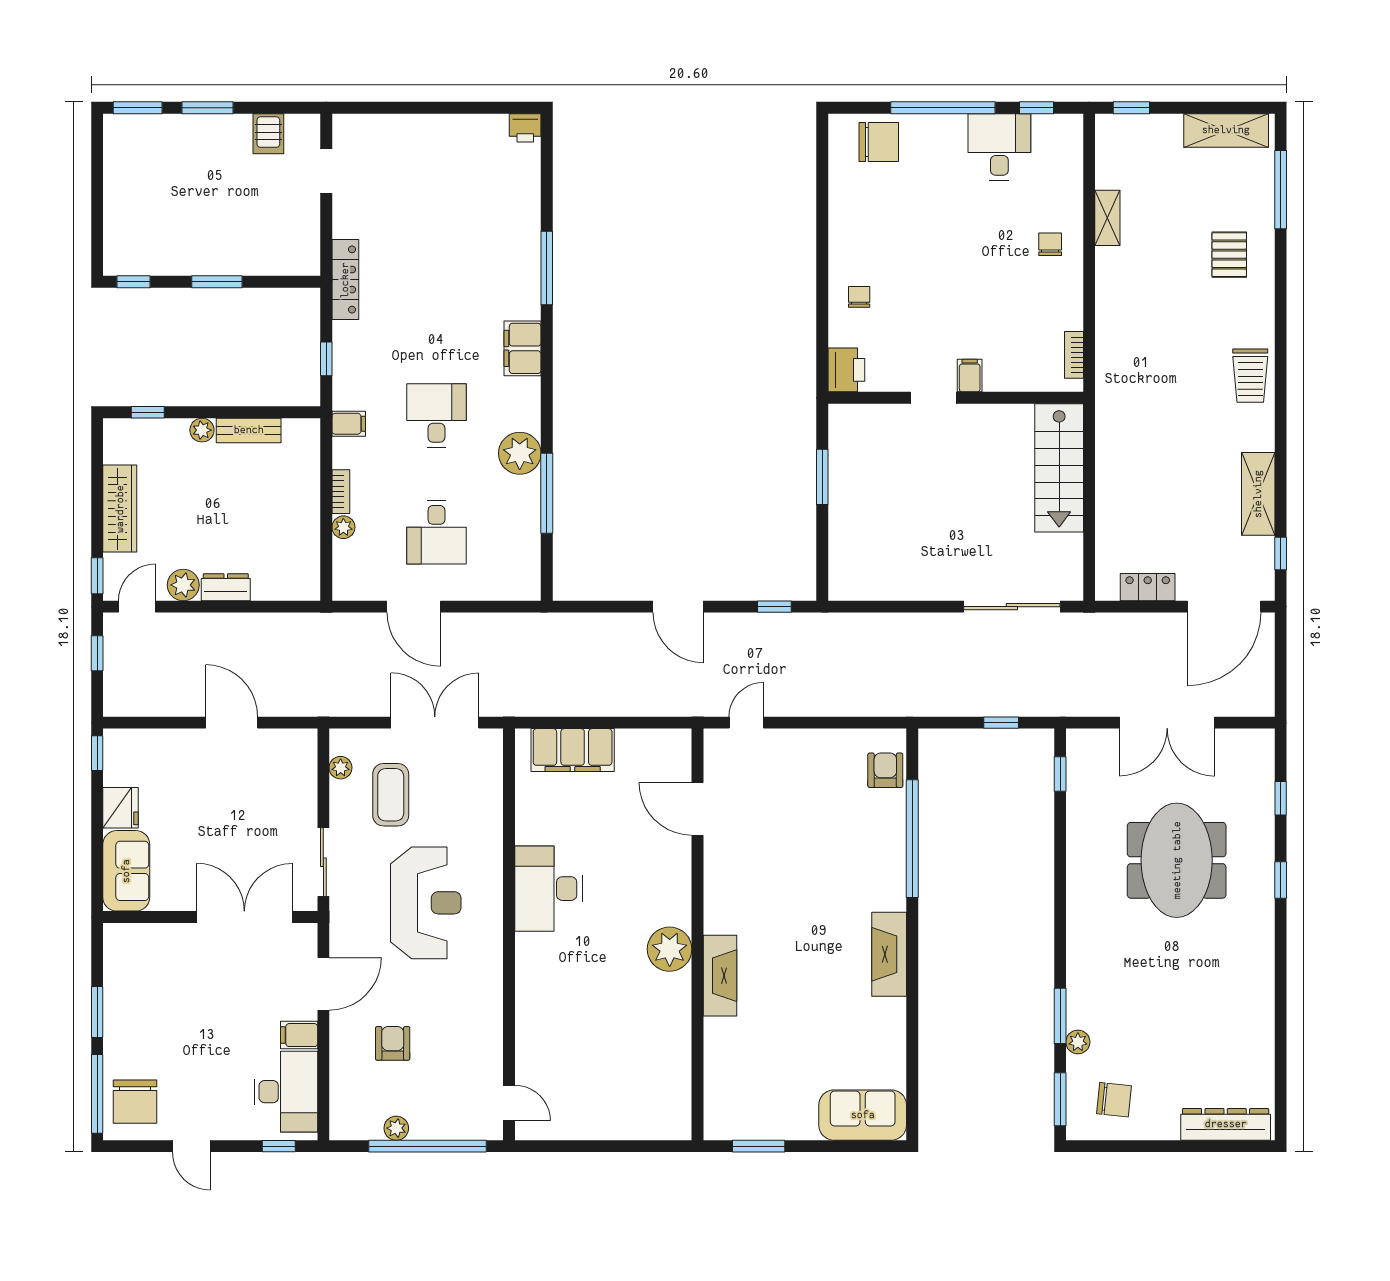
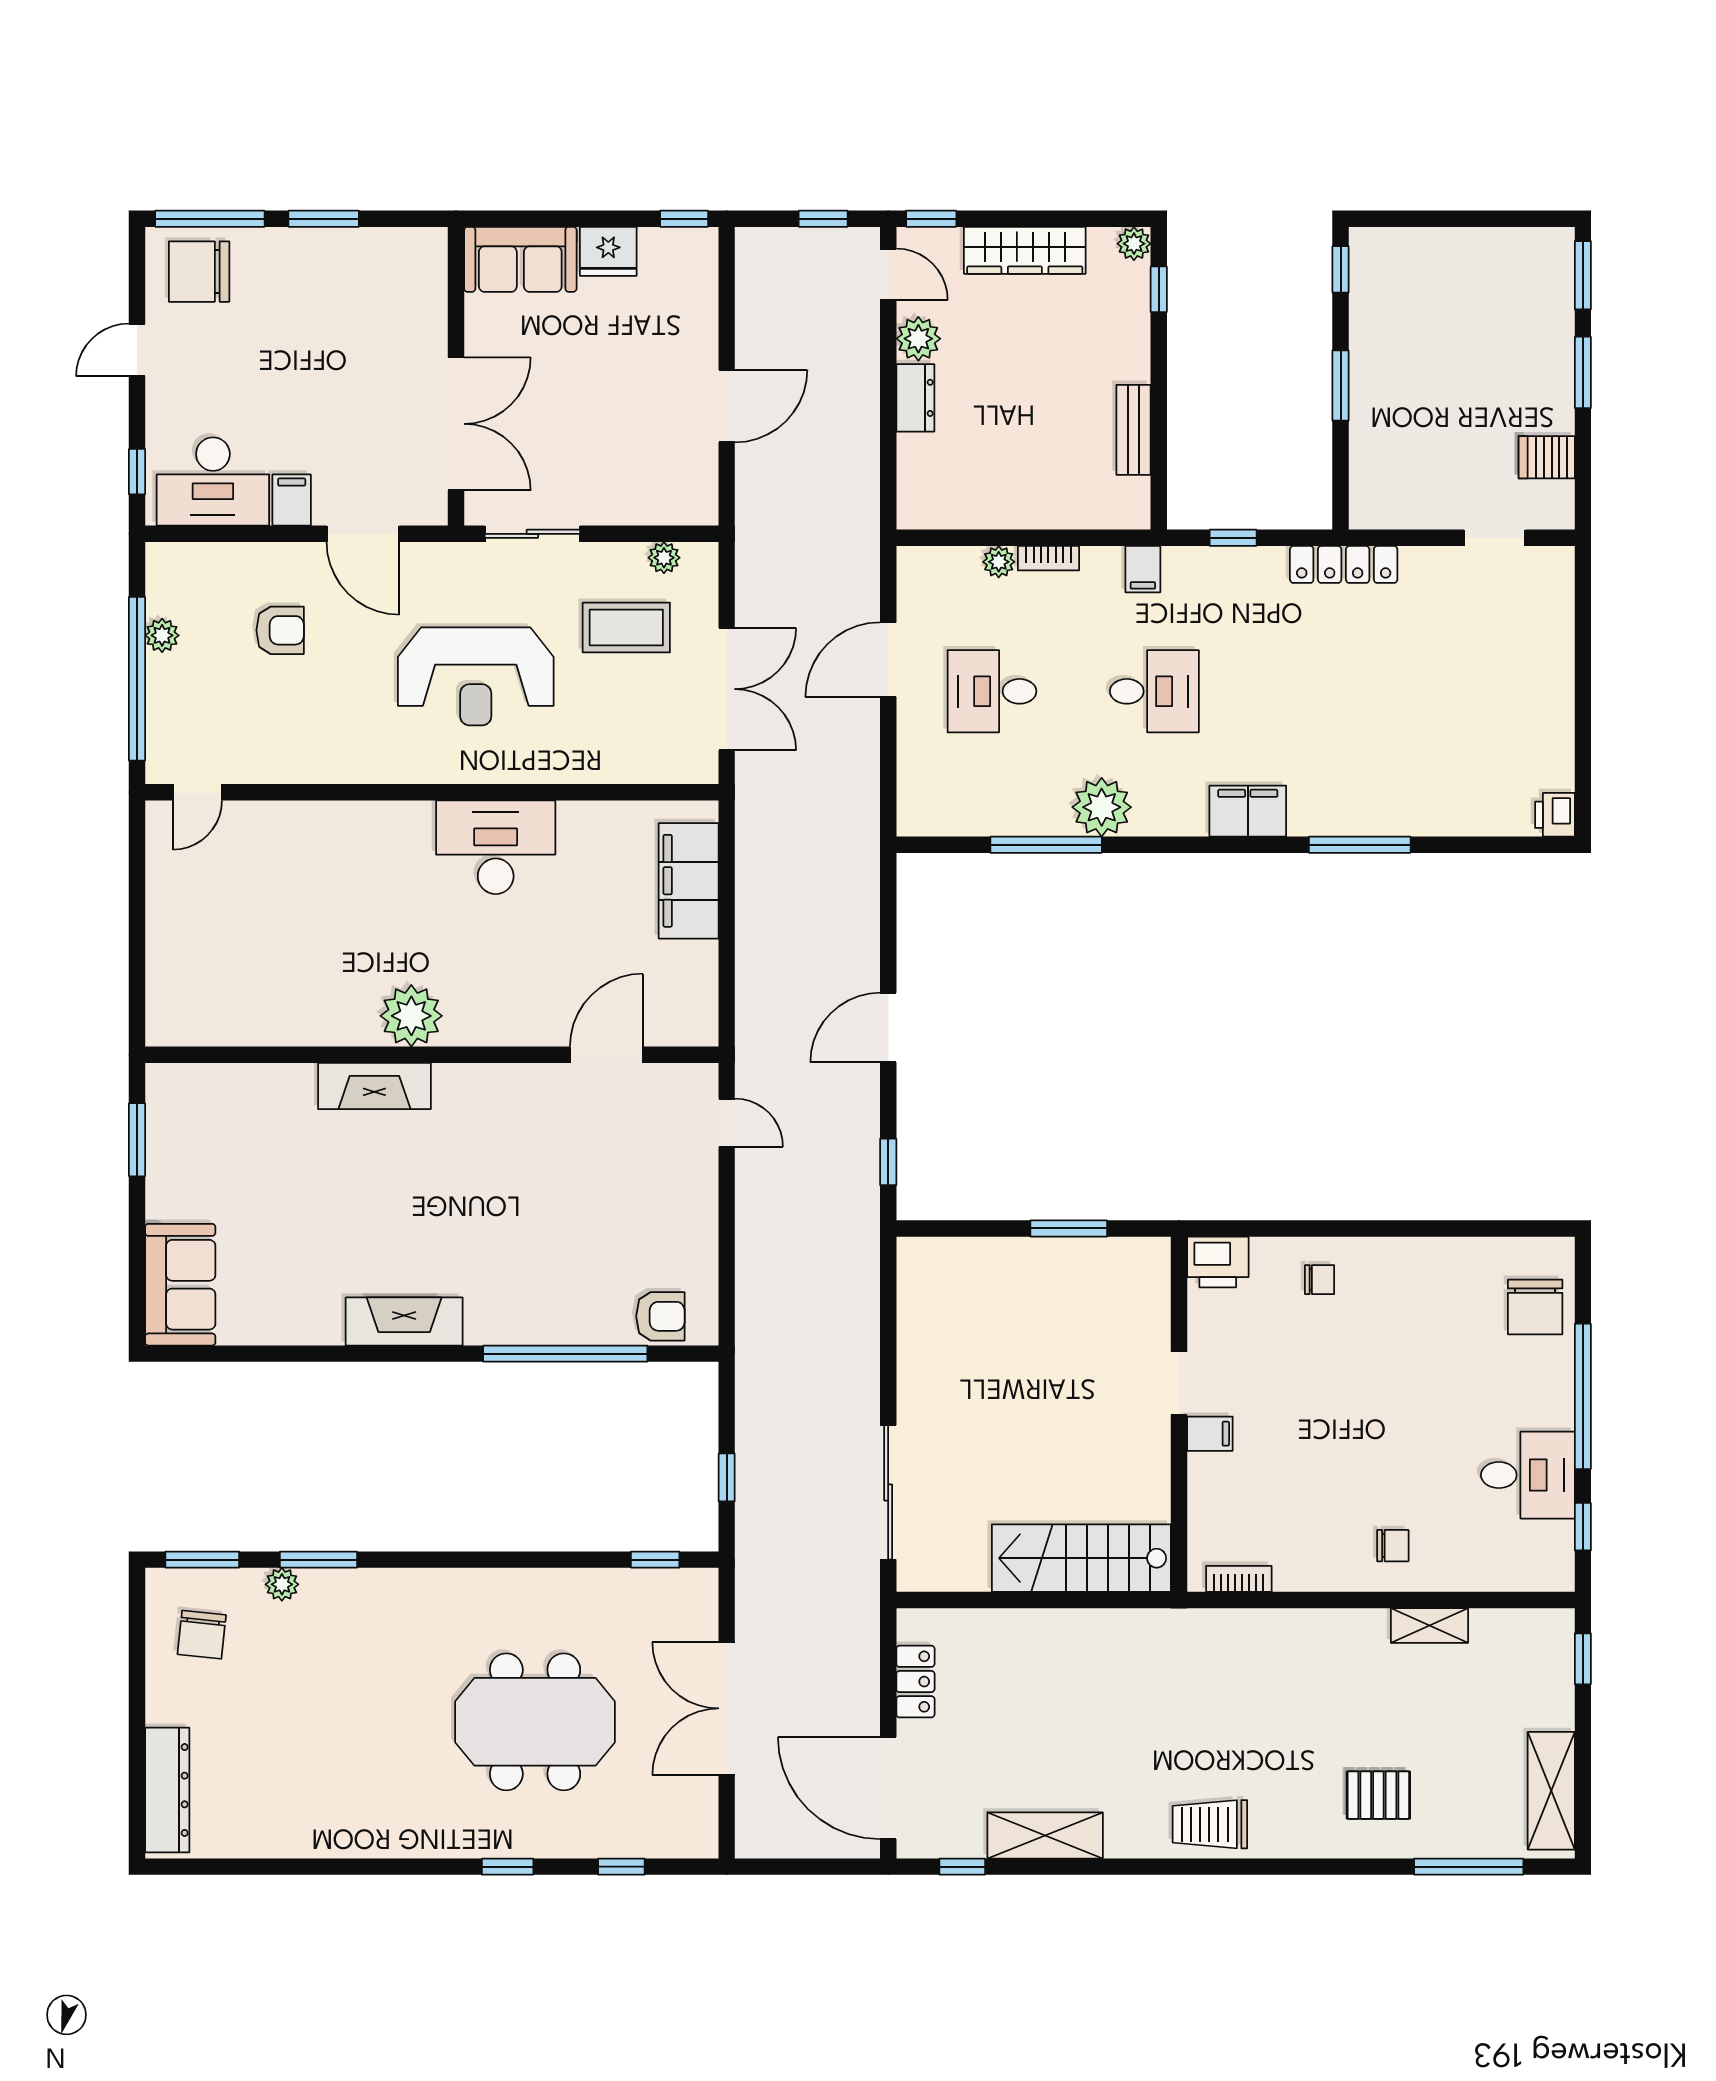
plant: (202, 430) -> (1134, 244), moved

